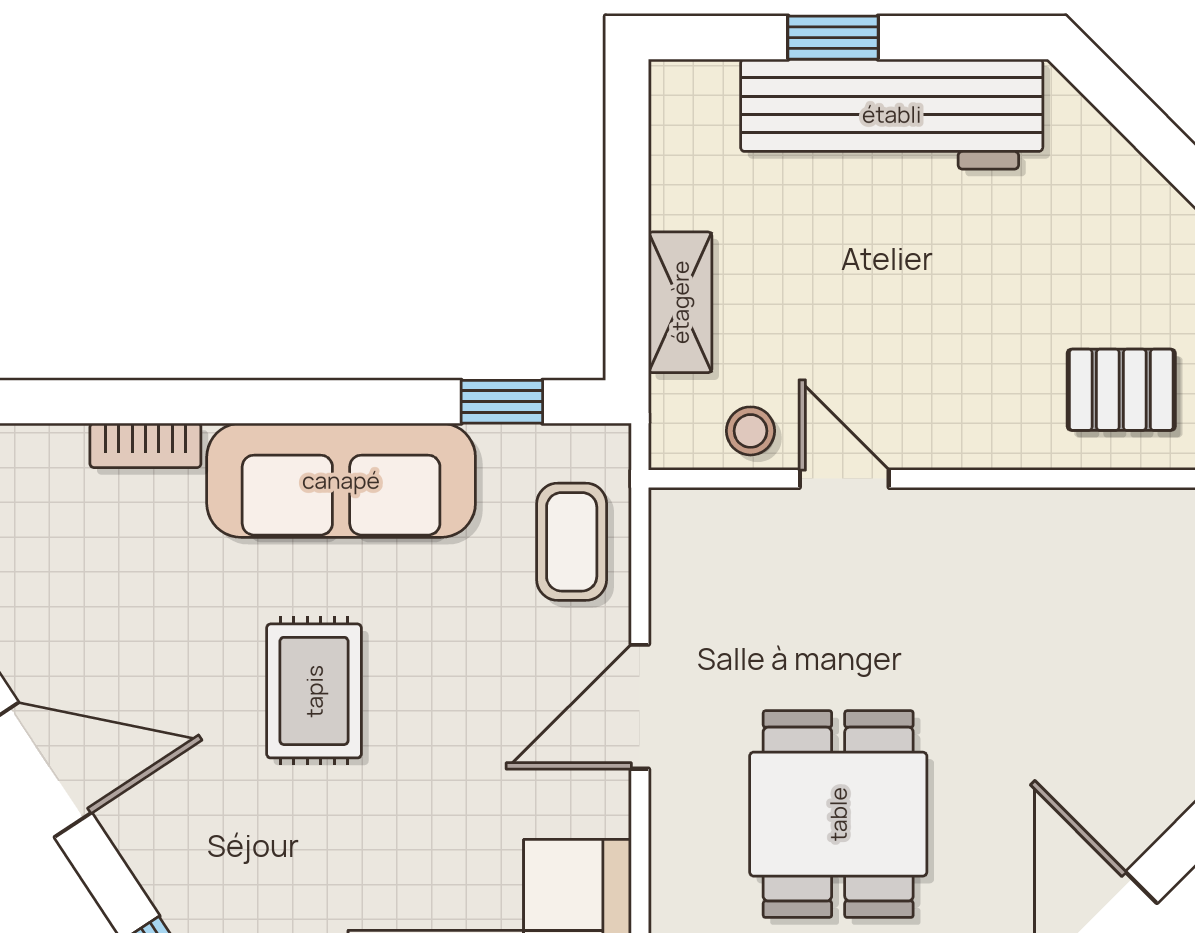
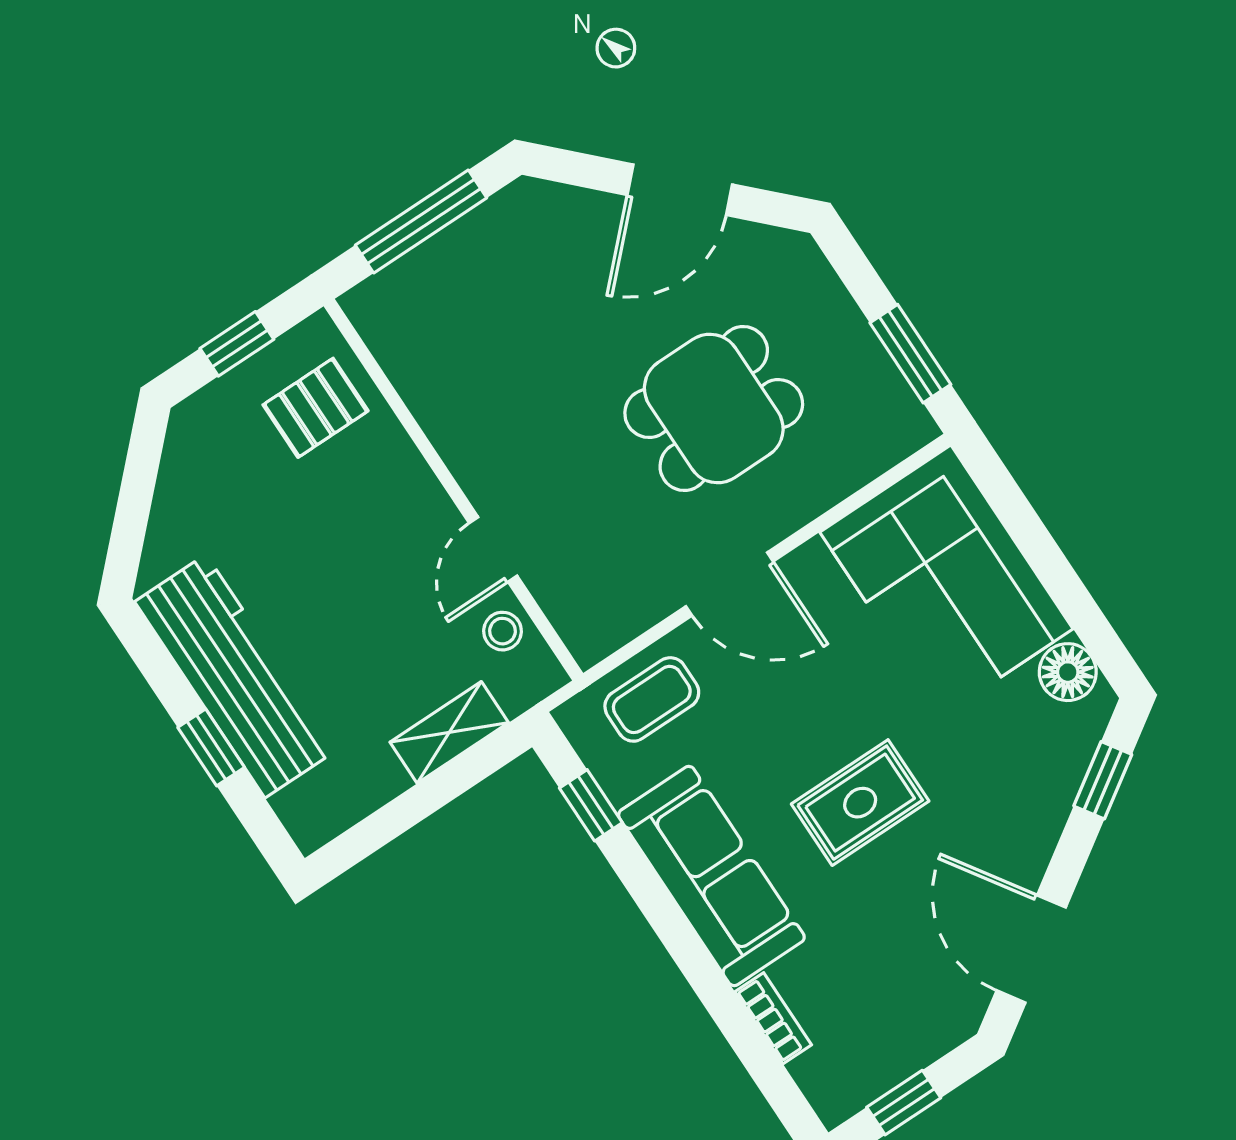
pallet: (1121, 390) -> (316, 408), turned 90

